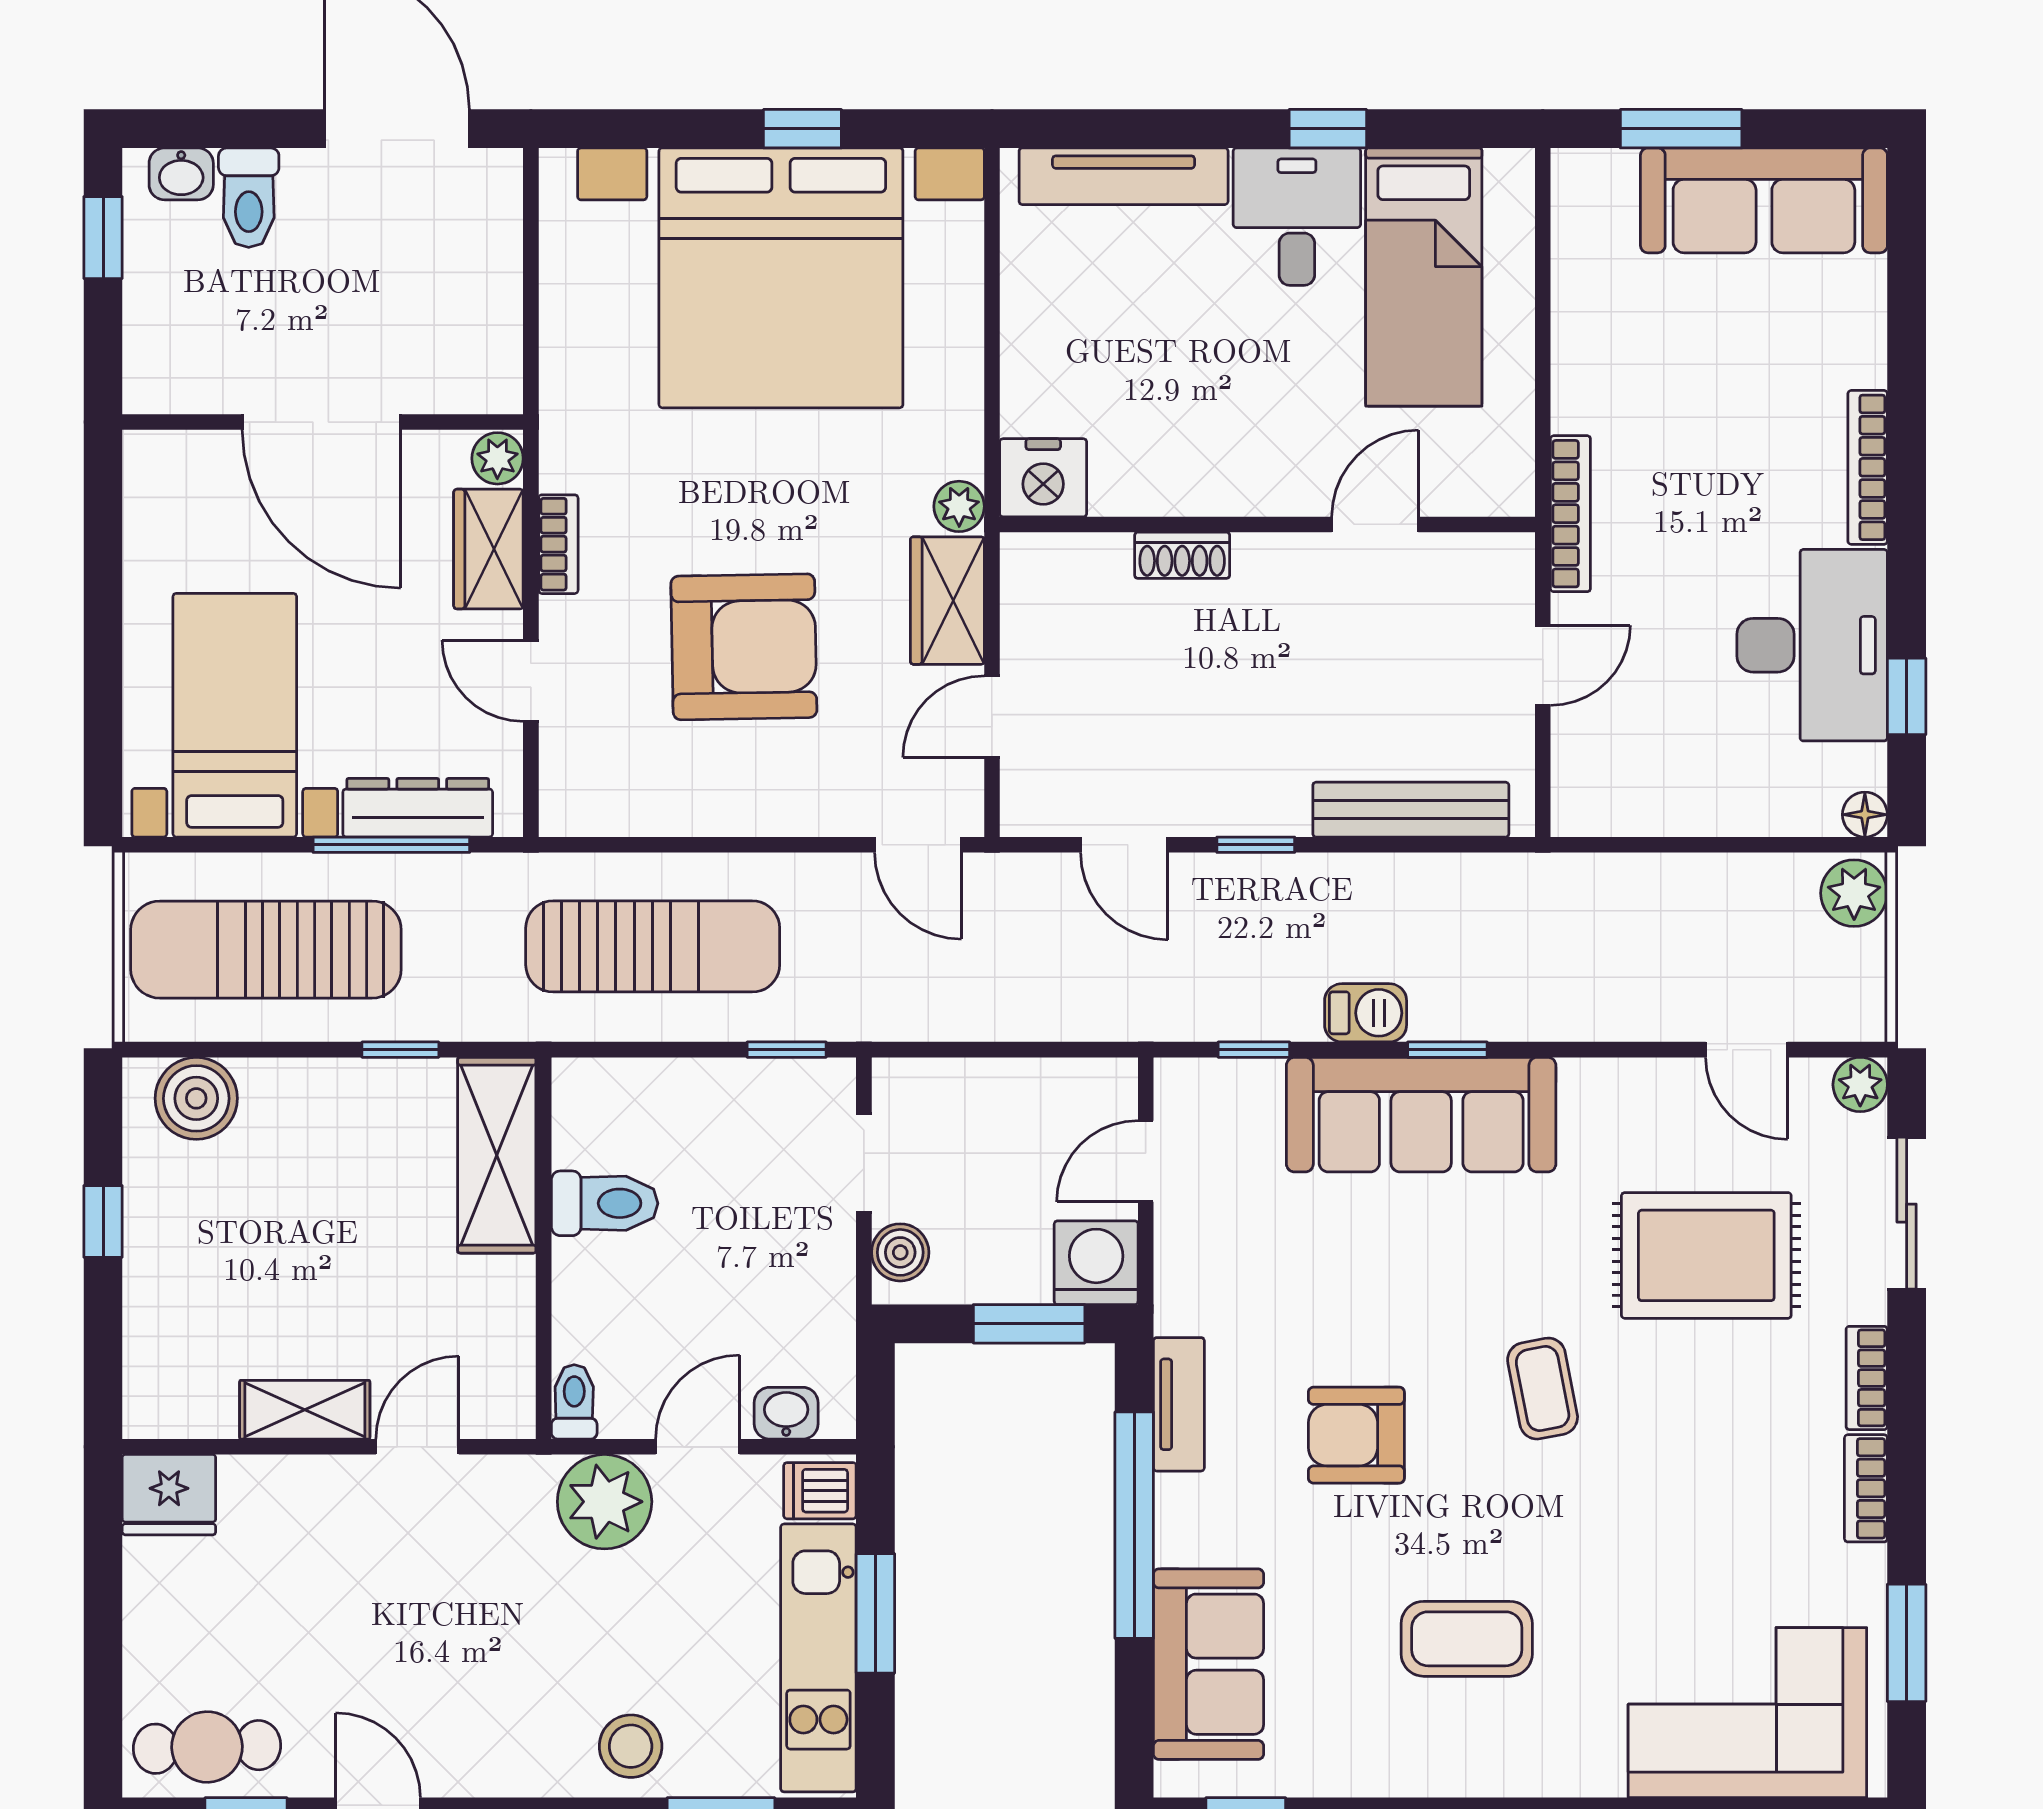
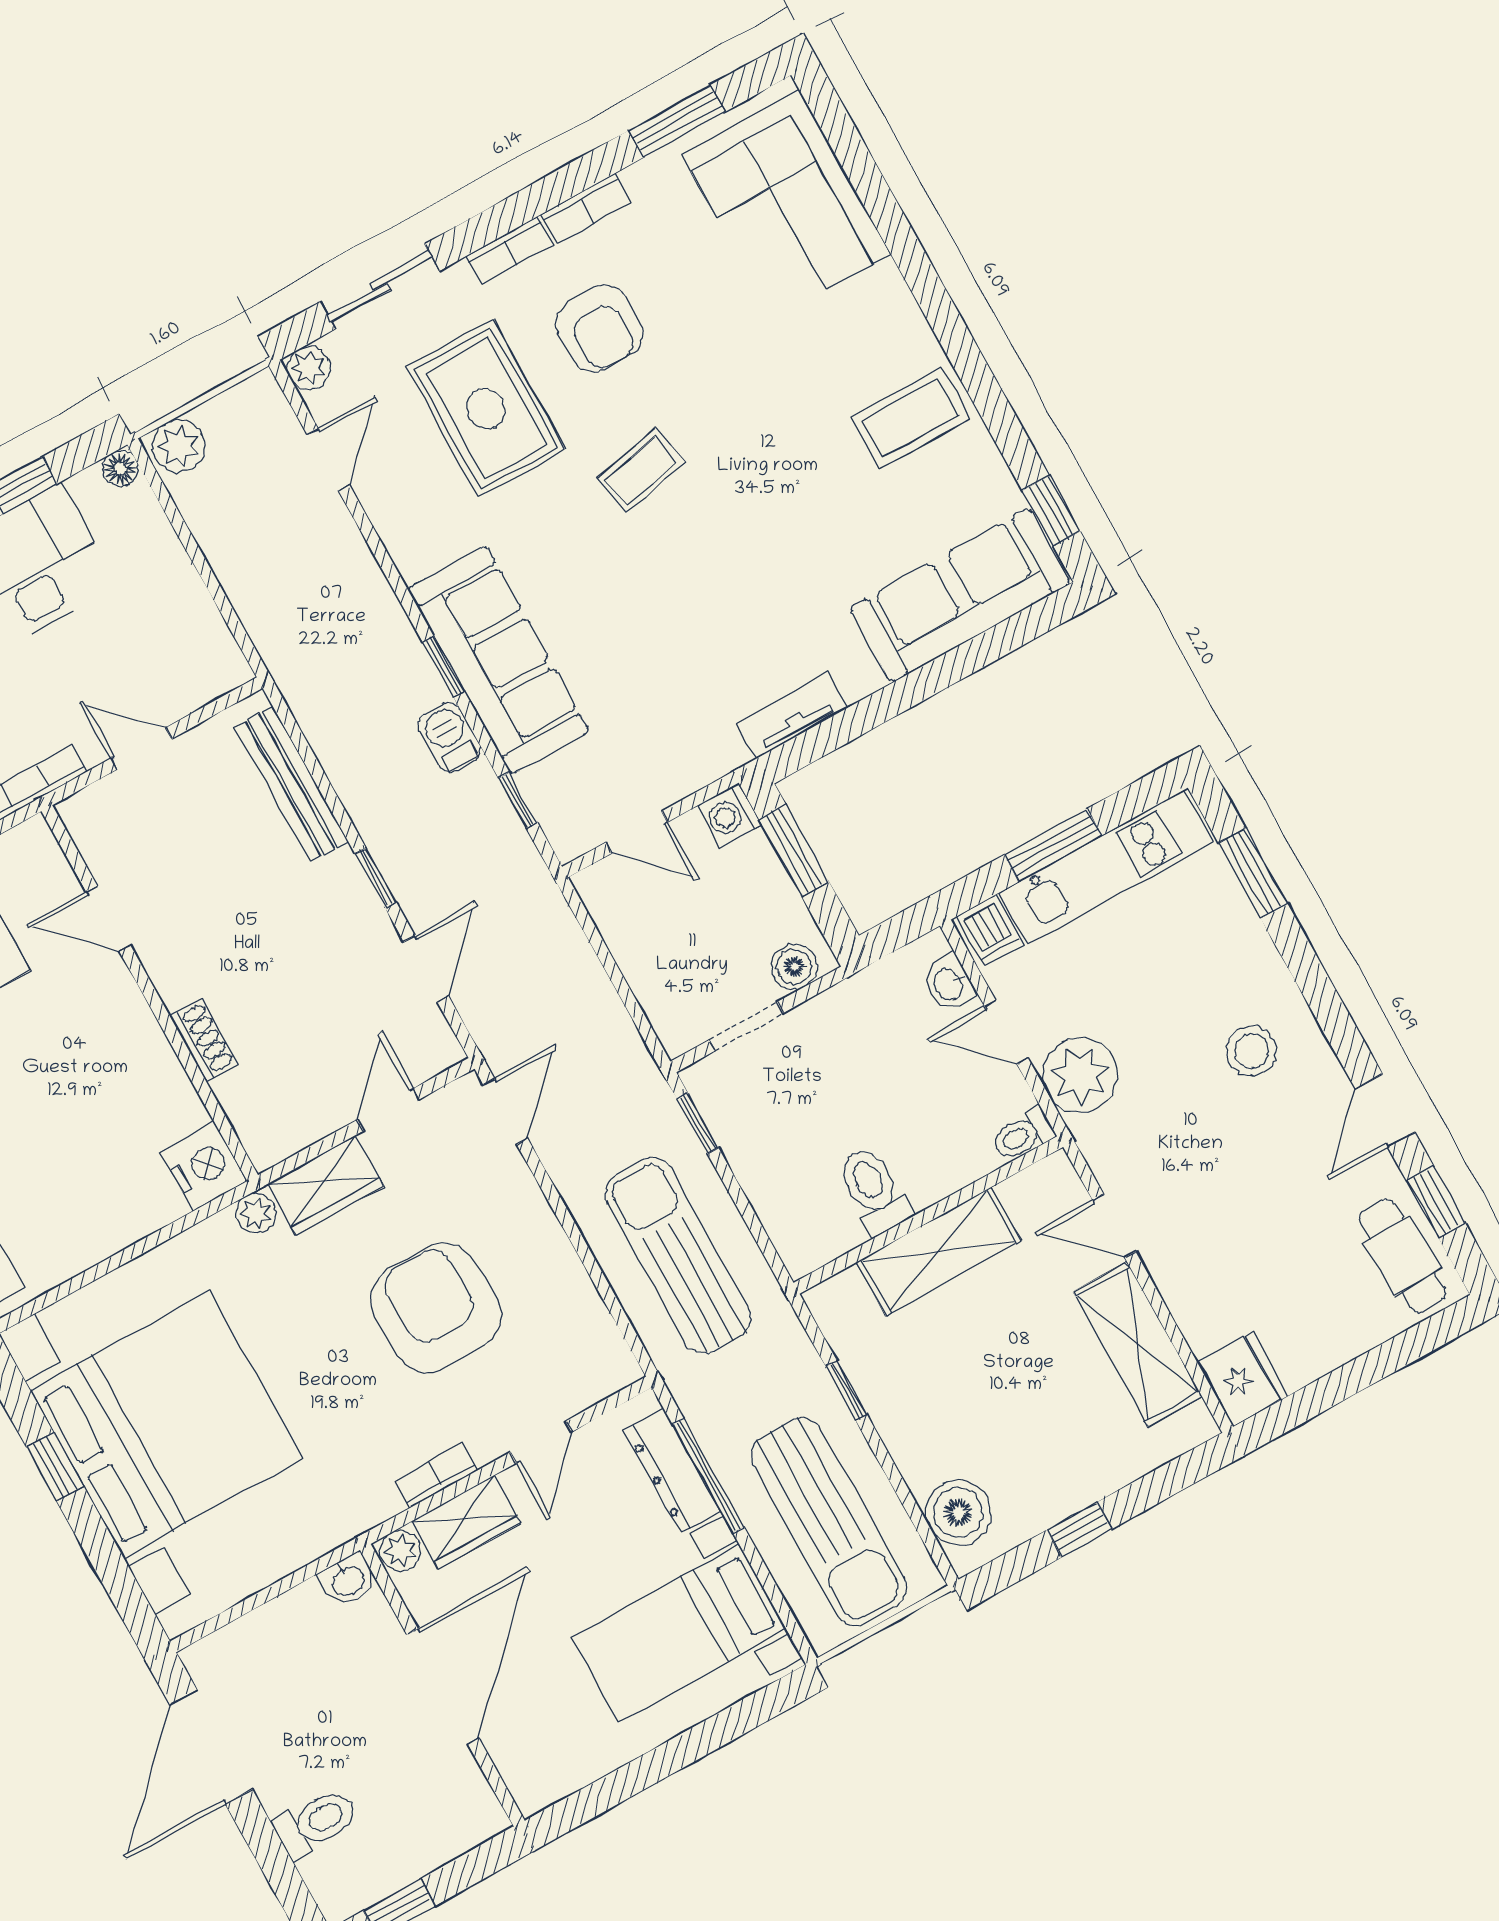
washbasin: (181, 174) -> (348, 1580), moved, turned 90
door: (992, 717) -> (388, 1110), swing flipped
shelving: (497, 1155) -> (939, 1252), moved
washing machine: (1096, 1263) -> (729, 815), width x0.73, depth x0.73
shelving: (305, 1410) -> (1138, 1344), width x1.50, depth x1.33
armchair: (1356, 1435) -> (599, 329), moved
window: (1134, 1525) -> (893, 700), removed
coffee table: (1467, 1639) -> (911, 418), moved, turned 90
sofa: (1208, 1664) -> (960, 595), width x1.36
stool: (631, 1746) -> (1251, 1051), moved

